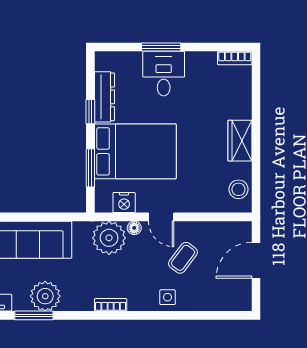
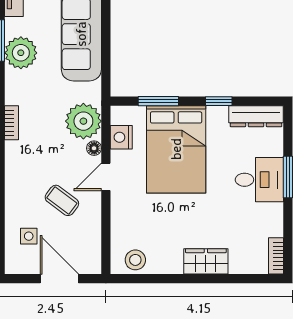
dresser: (104, 97) -> (256, 116), moved
wardrobe: (240, 141) -> (206, 261), moved
side table: (167, 297) -> (29, 236), moved

